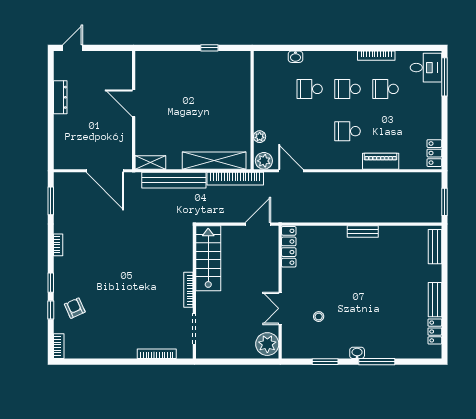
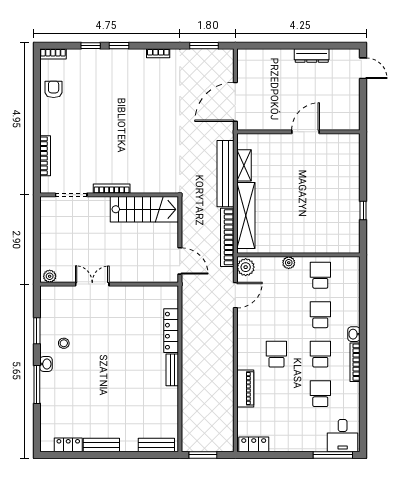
bookcase: (376, 56) -> (355, 362), moved
washbasin: (295, 57) -> (354, 334), moved
school desk: (272, 89) -> (320, 275), added
plant: (260, 137) -> (289, 263), moved
shelving: (150, 162) -> (244, 165), moved
locker: (289, 247) -> (171, 331), moved, turned 90
armchair: (75, 308) -> (54, 89), moved, turned -66
stool: (319, 317) -> (64, 343), moved
plant: (267, 344) -> (50, 276), width x0.53, depth x0.53

